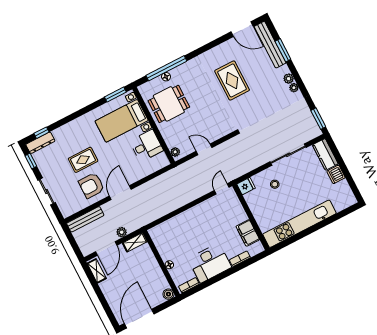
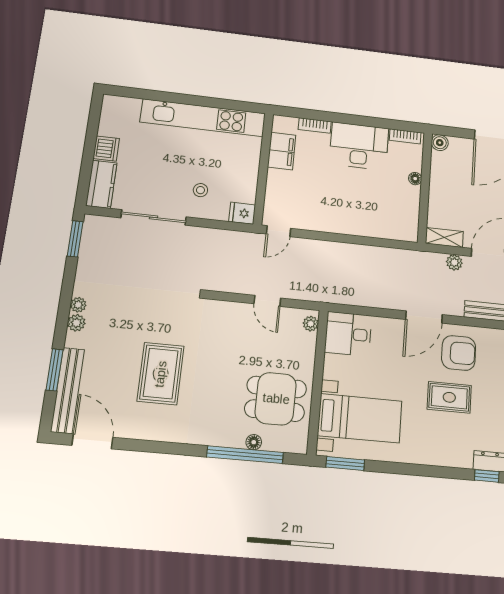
desk: (146, 146) -> (348, 334), moved

